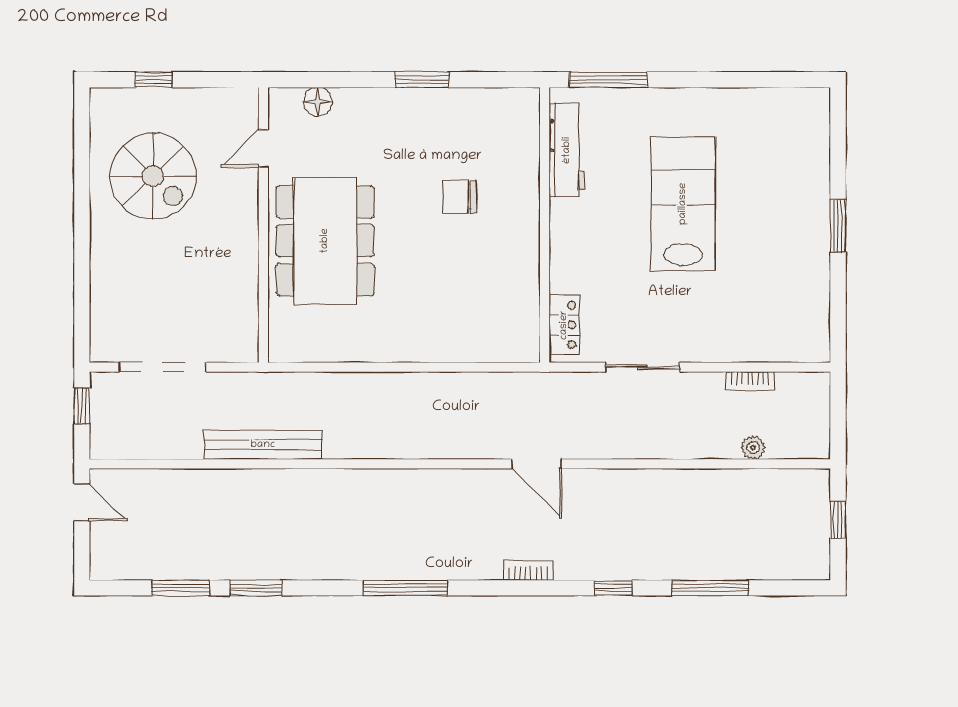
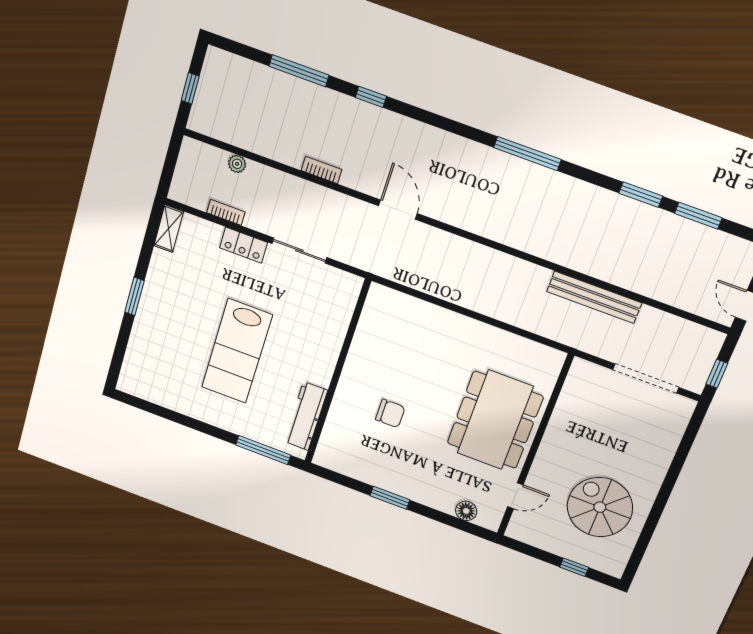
locker: (564, 325) -> (244, 245), moved, turned -90
shelving: (817, 333) -> (169, 229), added
bookcase: (528, 570) -> (322, 170), moved, turned 180

